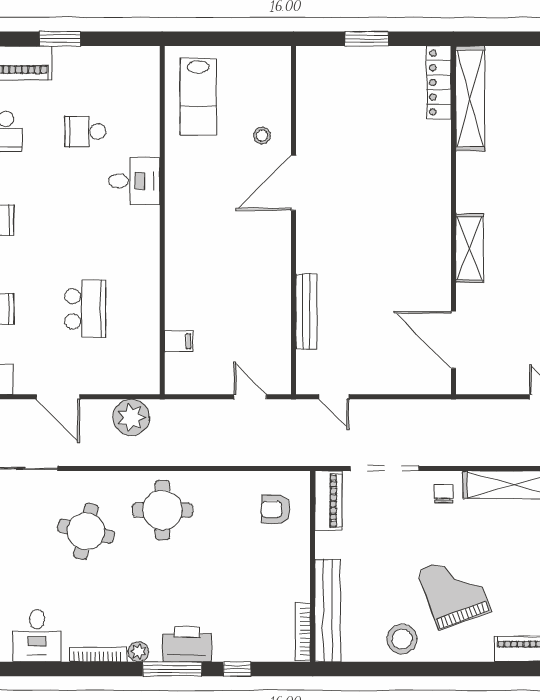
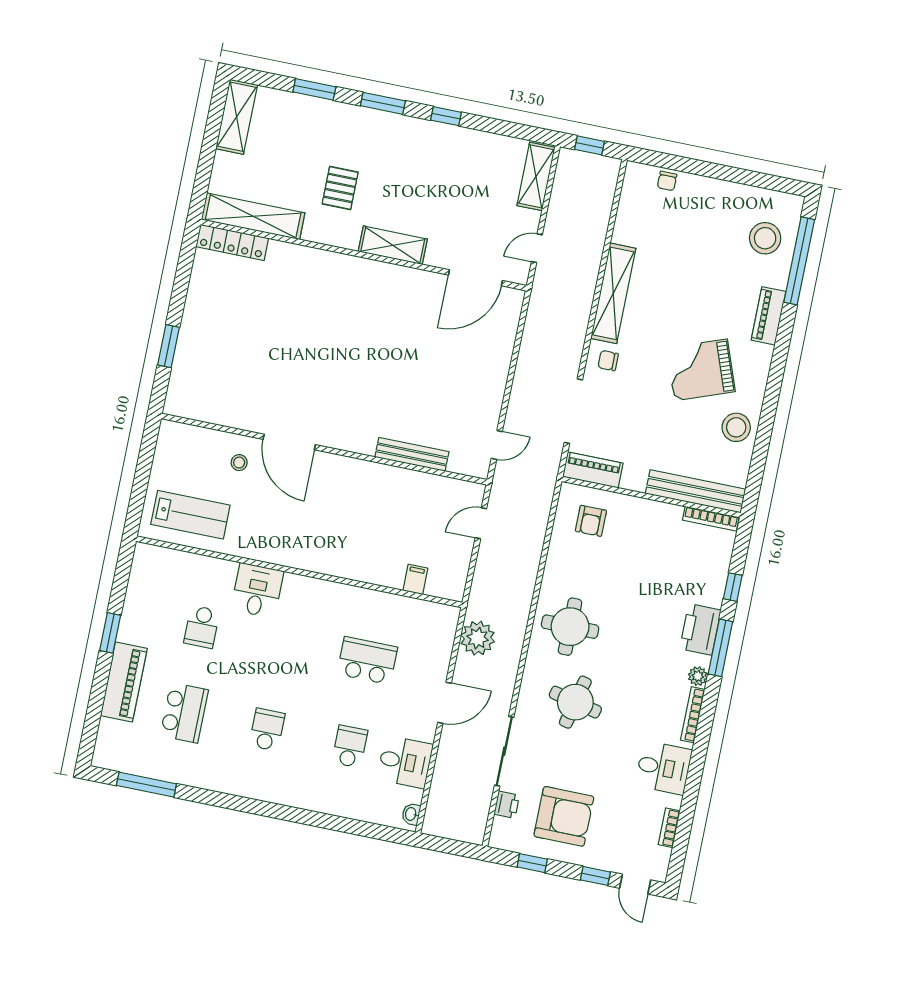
locker: (439, 82) -> (232, 242), moved
shelving: (470, 98) -> (253, 216), moved
wall: (453, 220) -> (364, 255), moved
shelving: (470, 248) -> (393, 245), moved
door: (453, 340) -> (475, 278), moved

